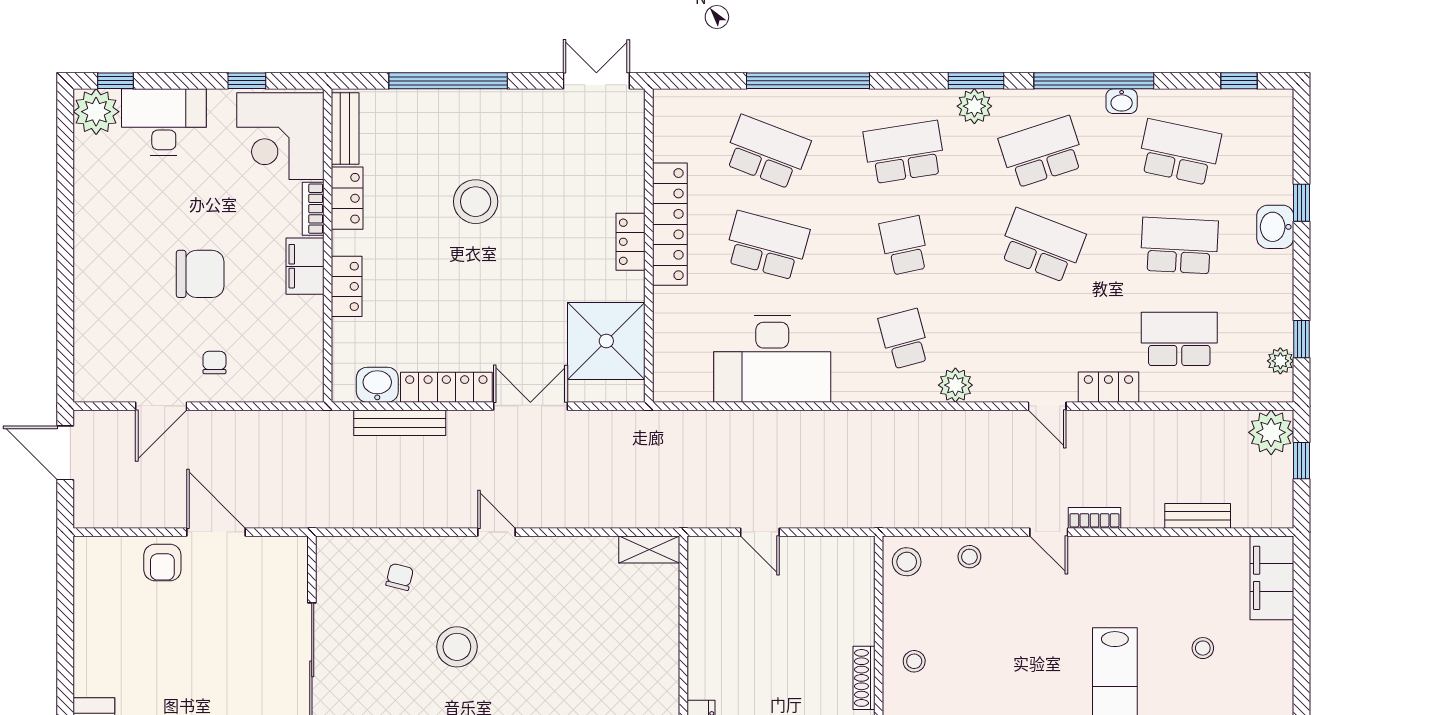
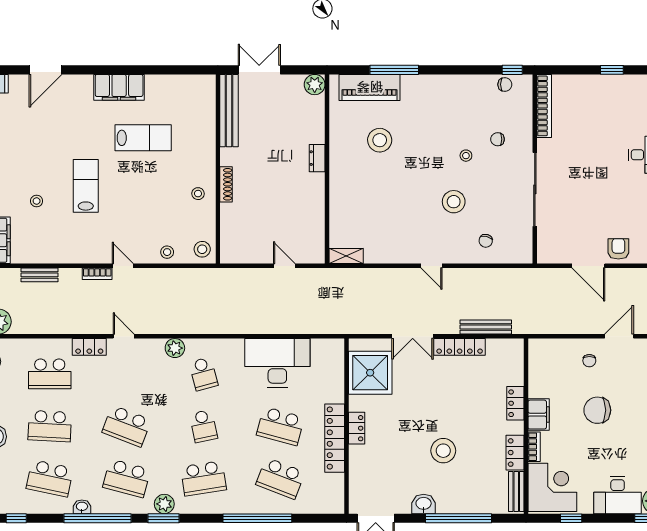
school desk: (1042, 152) -> (127, 478), turned 33
washbasin: (377, 385) -> (424, 504), moved, turned 180

